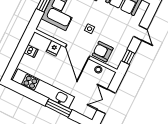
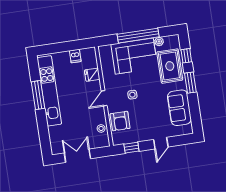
door: (78, 52) -> (104, 98), width x0.53
armchair: (103, 52) -> (120, 121), turned 180
window: (59, 108) -> (38, 95), moved

